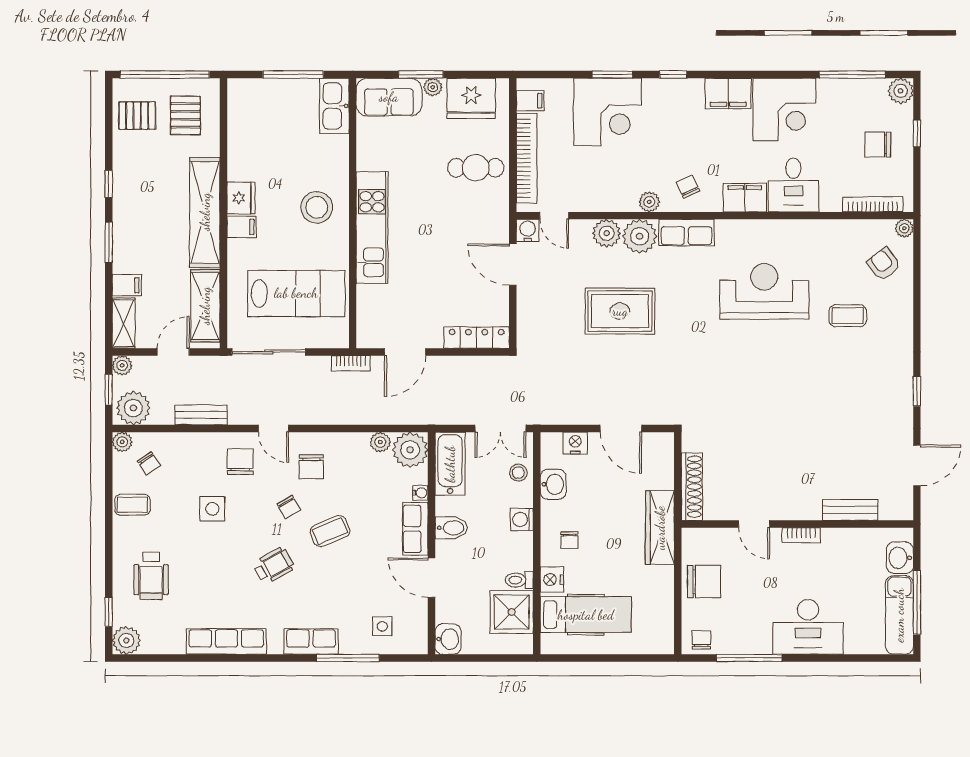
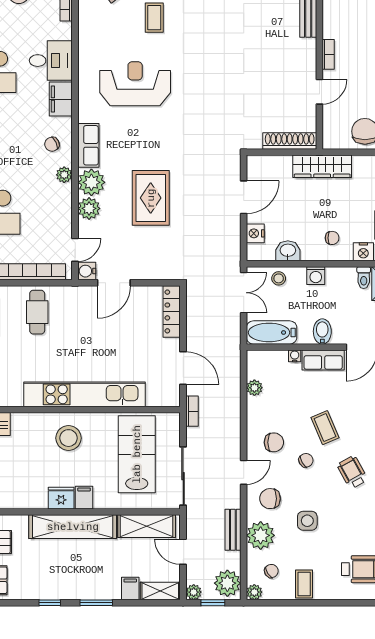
kitchen unit: (372, 228) -> (85, 394), width x1.36
reception desk: (764, 291) -> (135, 84), turned 90
plant: (410, 450) -> (261, 535), moved

